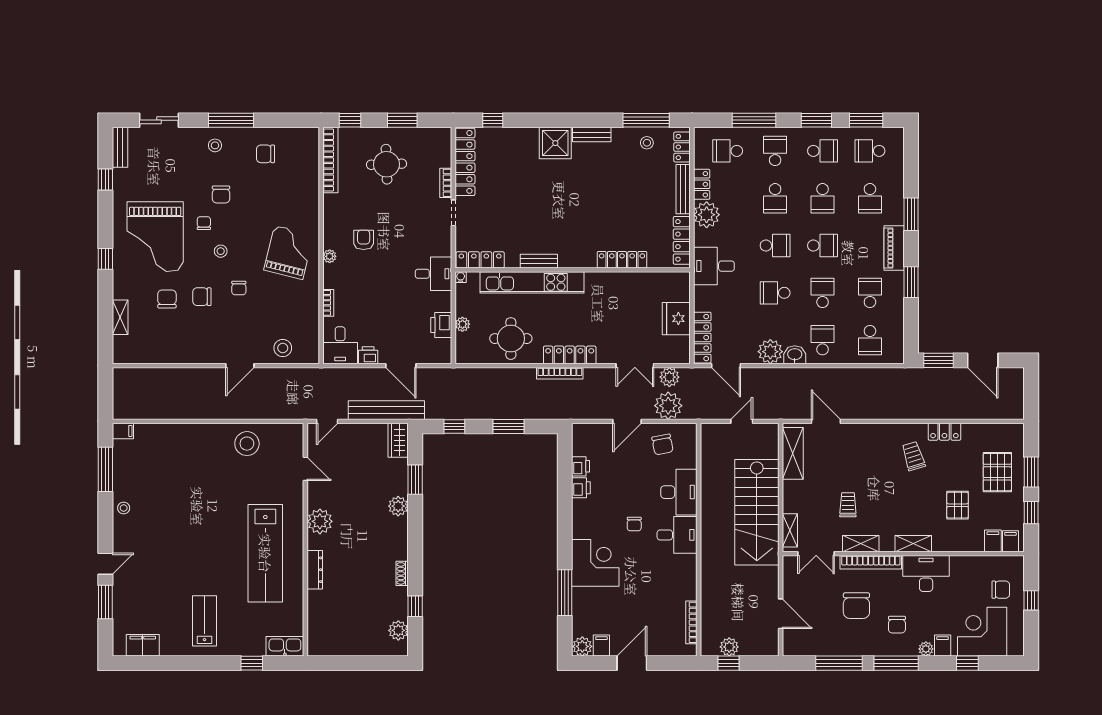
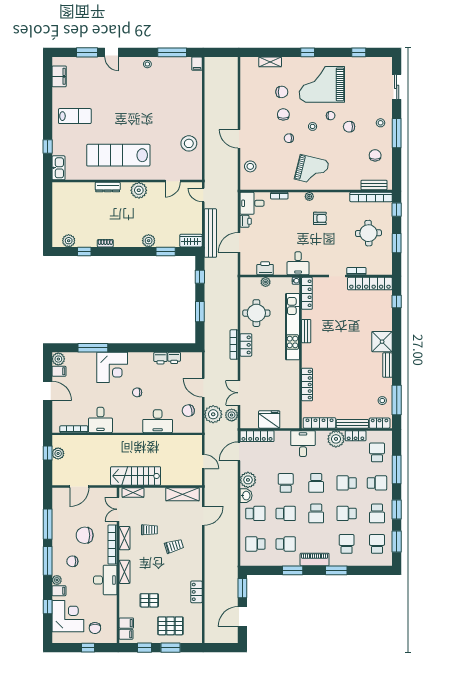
bench: (120, 147) -> (374, 185), moved
school desk: (870, 198) -> (347, 544), turned 90
locker: (570, 355) -> (246, 345), width x0.66
trolley: (913, 456) -> (174, 546), moved
stairs: (757, 512) -> (136, 476), width x0.73, depth x0.66
desk: (677, 535) -> (100, 420), moved

